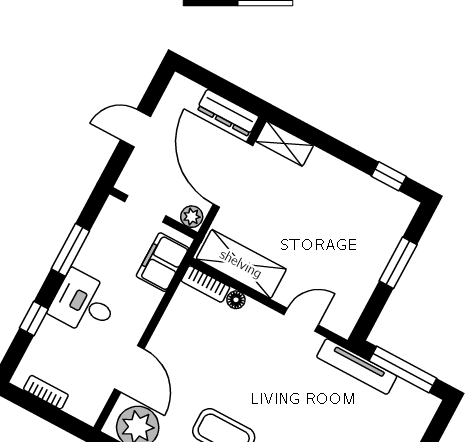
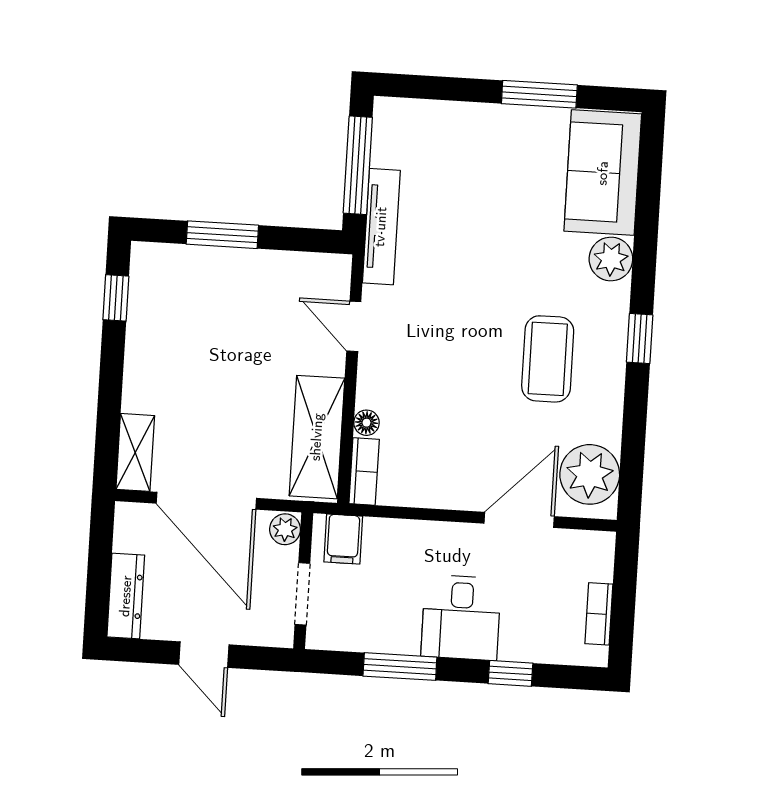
dresser: (228, 113) -> (126, 596), moved
door: (233, 175) -> (206, 501), hinge flipped
filing cabinet: (162, 262) -> (343, 539), width x0.50

